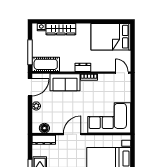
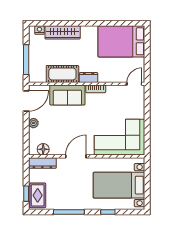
cot: (46, 64) -> (62, 74), moved
door: (122, 73) -> (134, 84), hinge flipped

